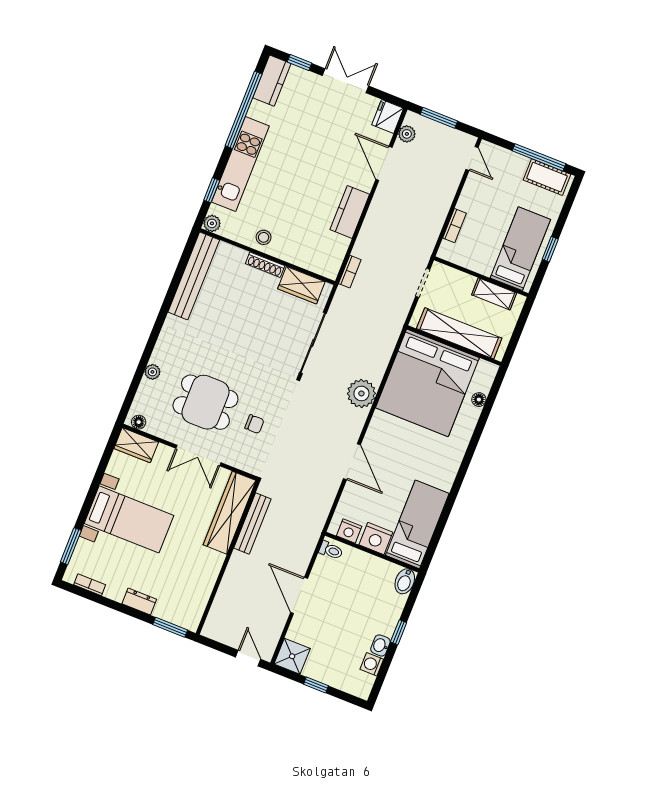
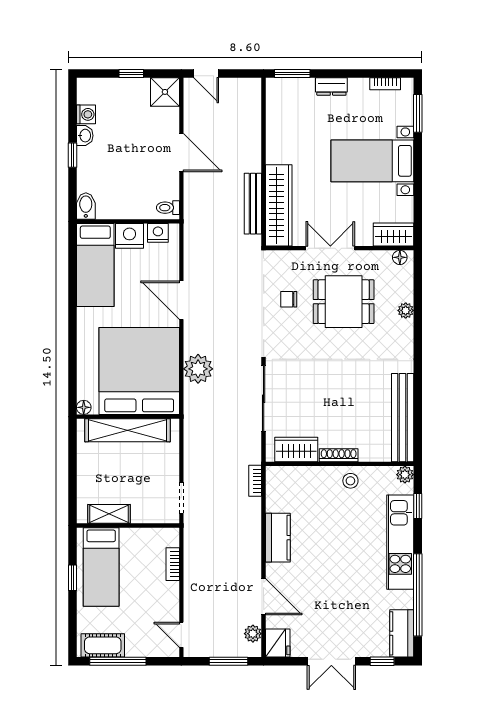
shelving: (459, 333) -> (128, 430), moved
wall: (454, 346) -> (128, 417), moved
bed: (427, 383) -> (139, 371), moved

